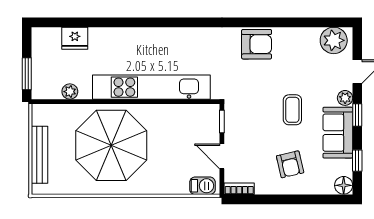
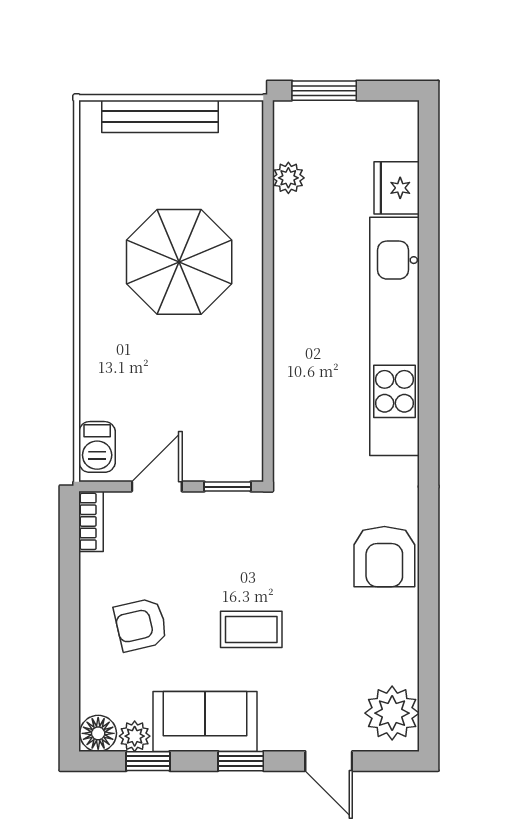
kitchen unit: (151, 87) -> (394, 336), moved, turned 180
plant: (345, 98) -> (135, 736), moved
parasol: (111, 145) -> (179, 262), width x0.73, depth x0.73

